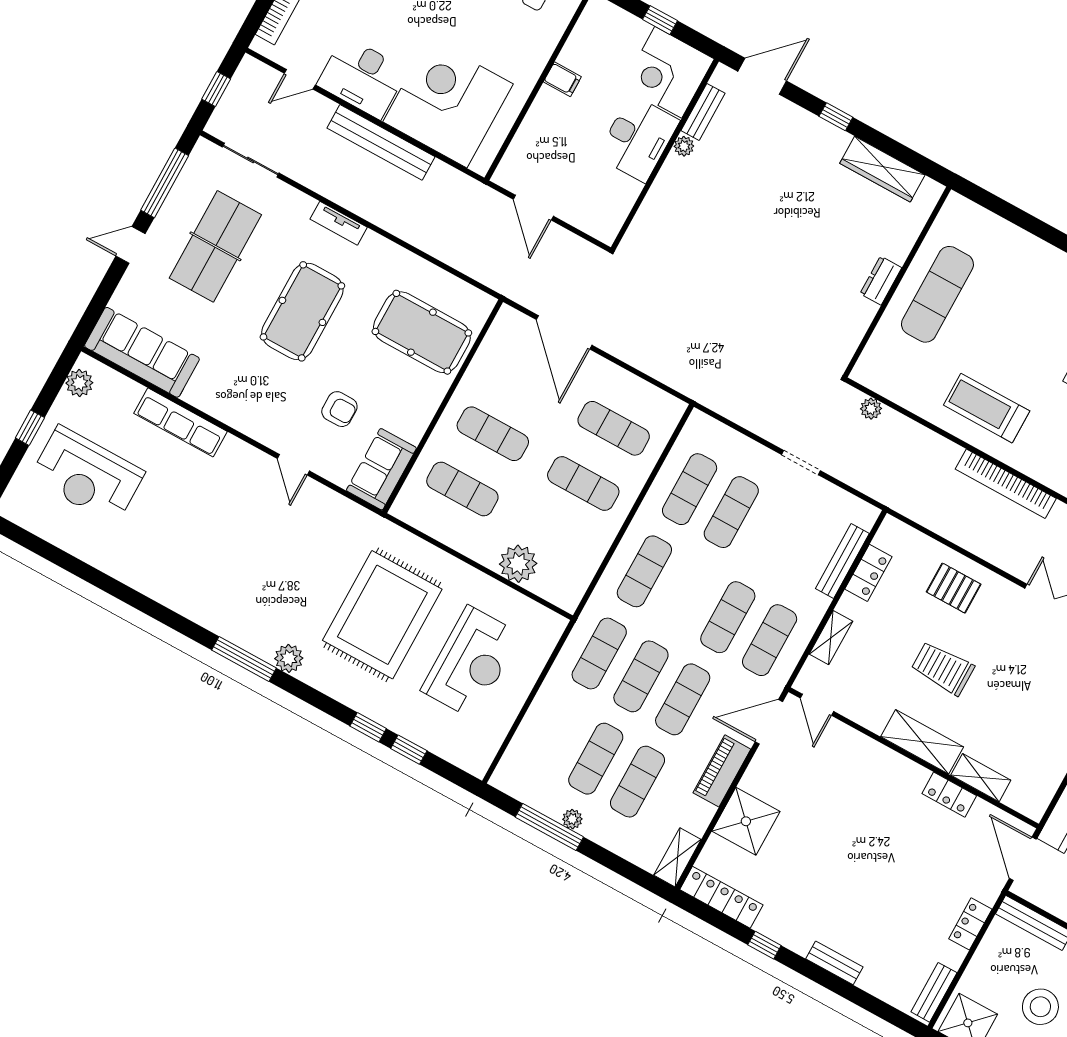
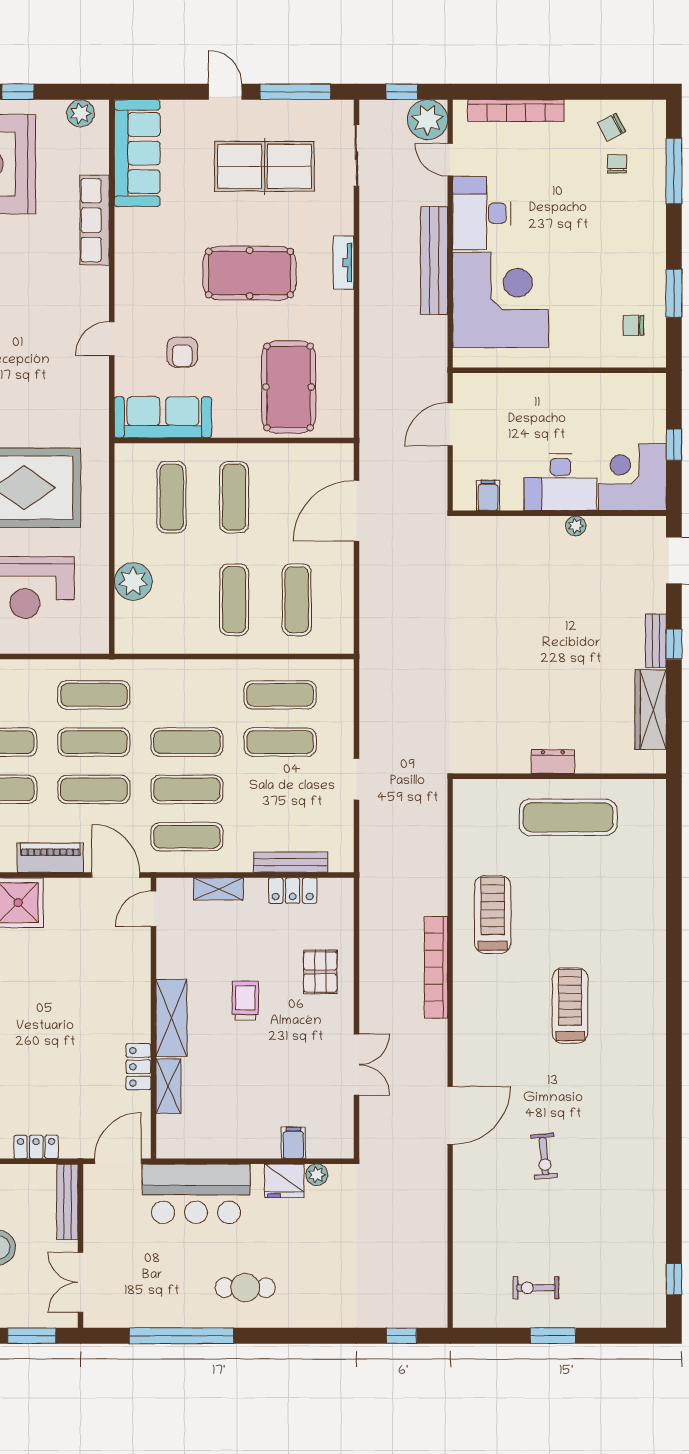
filing cabinet: (562, 79) -> (488, 495), moved, turned 180
bench: (703, 112) -> (656, 641), moved, turned 90
plant: (871, 409) -> (427, 120), moved, width x1.88, depth x1.88
sofa: (381, 469) -> (163, 417), width x1.36
exercise mat: (644, 571) -> (187, 742), moved
trolley: (943, 668) -> (245, 1001), width x0.73, depth x0.72

